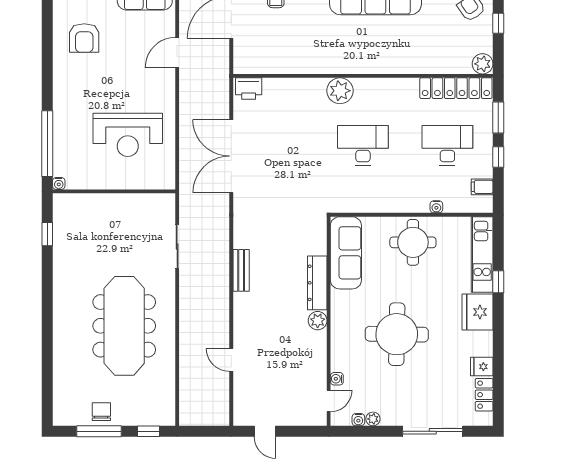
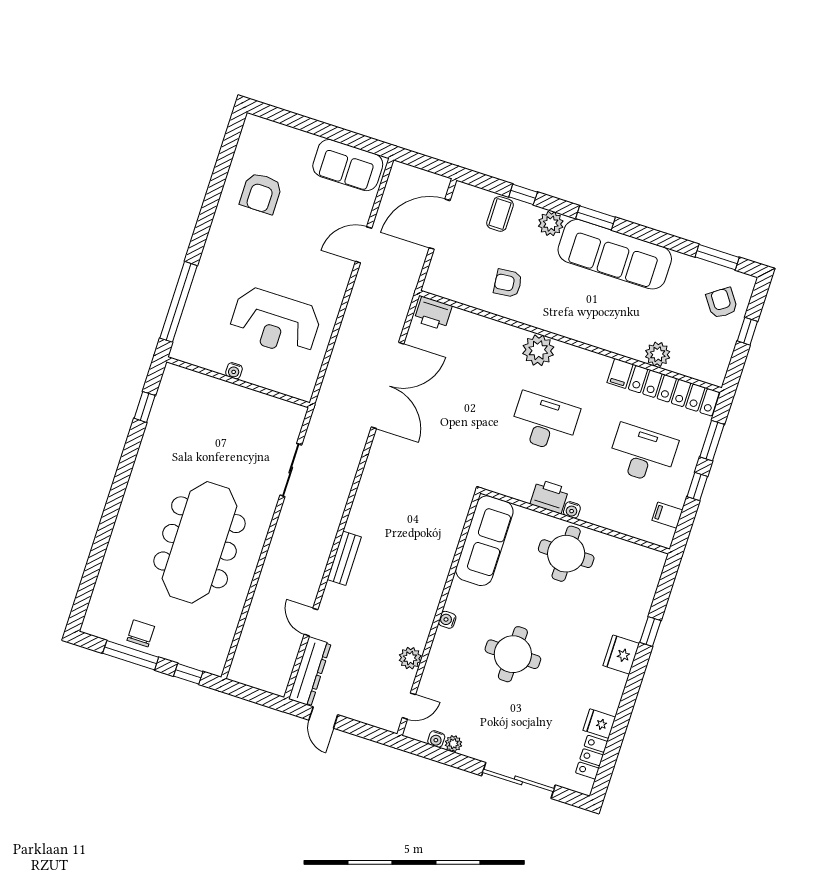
armchair: (299, 46) -> (508, 283), added
plant: (483, 64) -> (658, 354), moved
filing cabinet: (410, 88) -> (620, 373), added
double door: (231, 156) -> (388, 385), swing flipped
water cooler: (59, 183) -> (234, 371), moved
printer: (386, 202) -> (549, 496), added
water cooler: (436, 207) -> (572, 510), moved
kitchen unit: (482, 254) -> (642, 594), removed
bench: (241, 270) -> (344, 558), moved
dresser: (317, 283) -> (310, 671), moved, turned 180
fridge: (477, 312) -> (621, 655), width x0.73, depth x0.75
plant: (318, 321) -> (410, 658), moved
round table: (397, 334) -> (513, 654), width x0.73, depth x0.73
water cooler: (337, 379) -> (447, 620), moved

